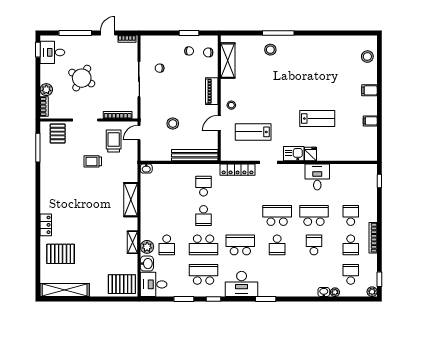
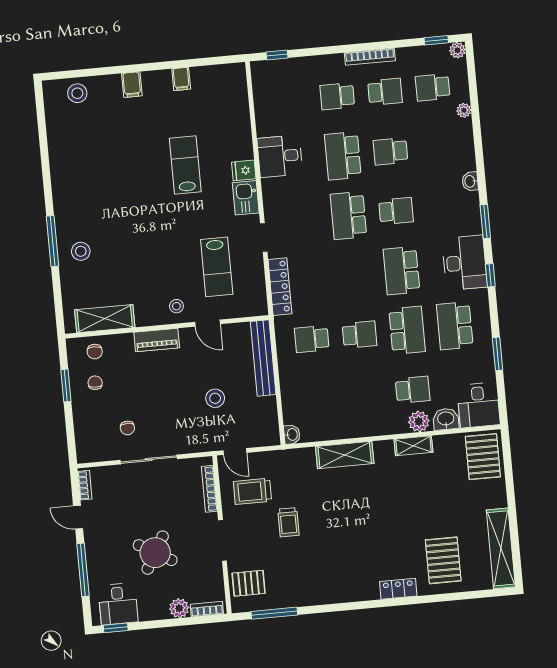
washbasin: (324, 292) -> (470, 181), moved
window: (214, 299) -> (490, 275), moved

